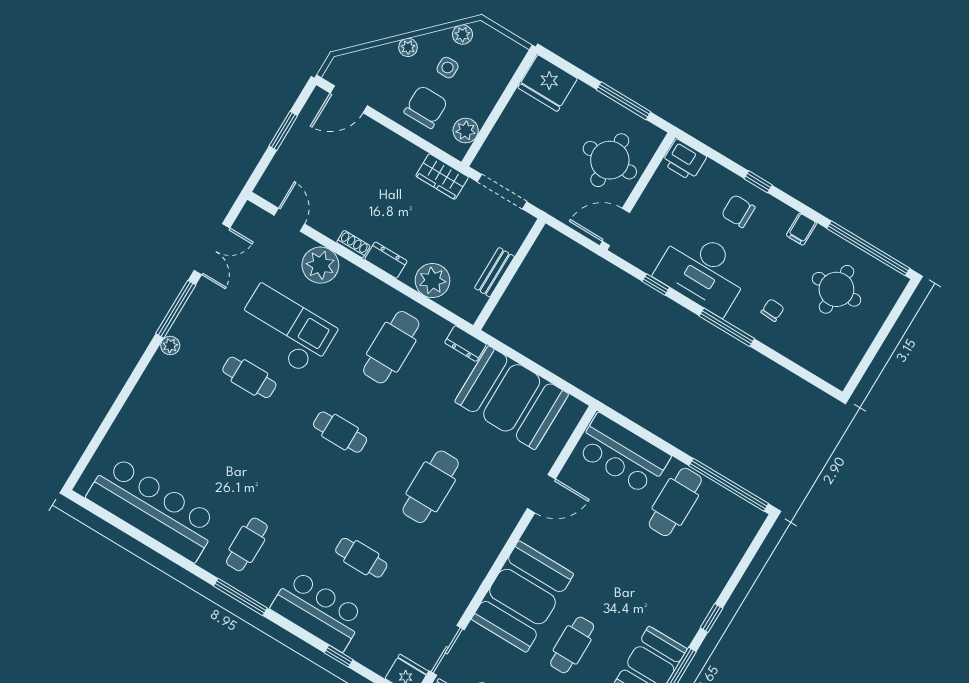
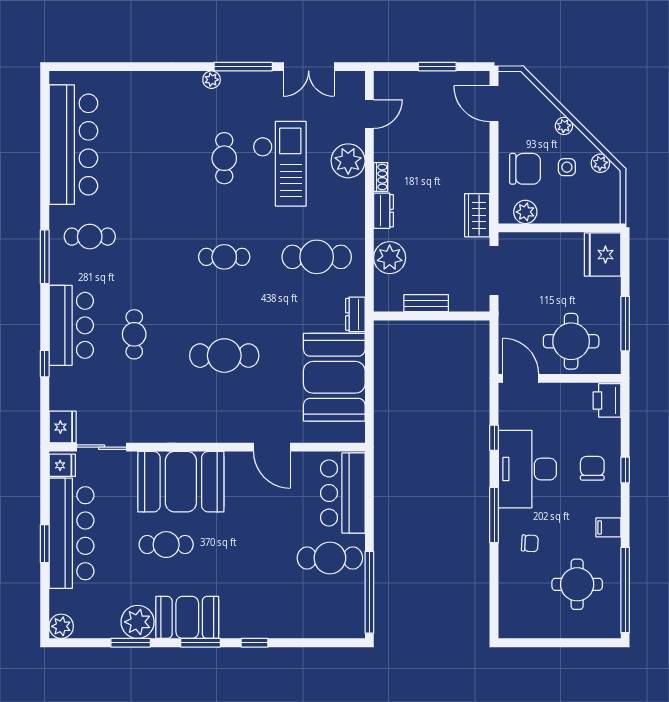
cafe table: (340, 432) -> (224, 257), turned 90

